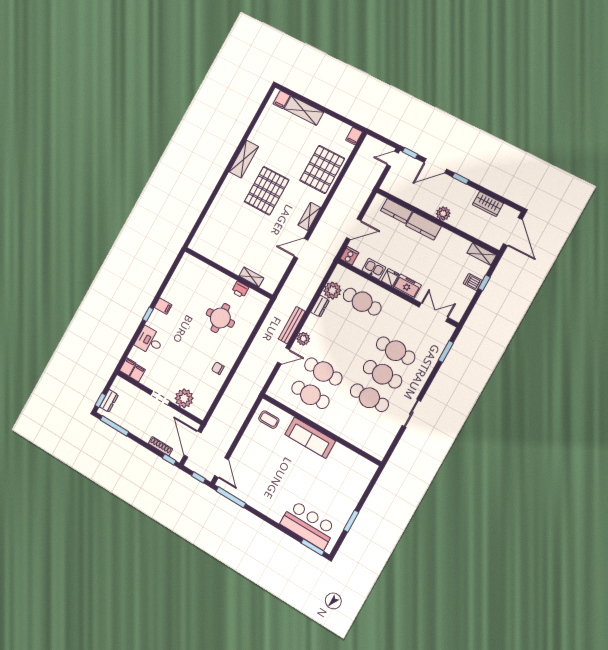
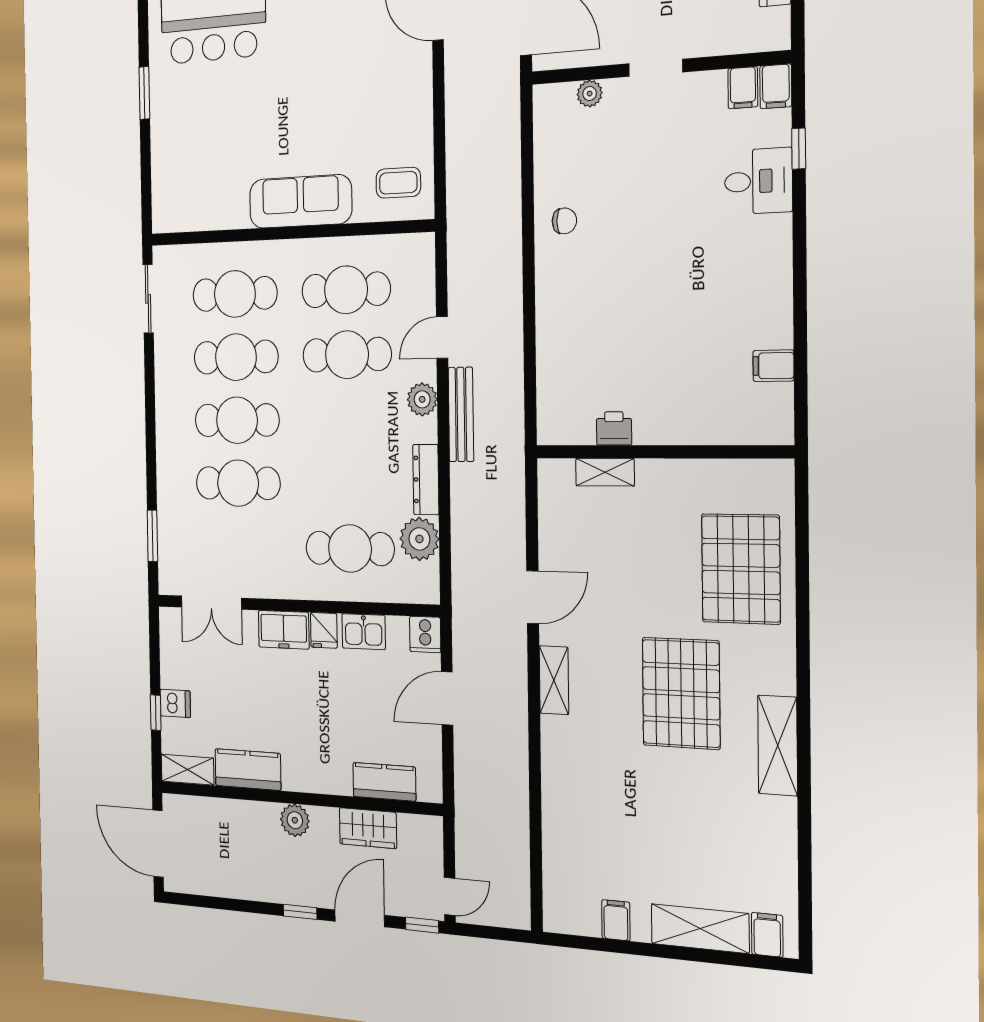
filing cabinet: (354, 136) -> (616, 920), moved
pallet: (322, 169) -> (741, 569), moved
wardrobe: (488, 204) -> (368, 828), moved, turned 180
kitchen counter: (423, 226) -> (248, 770), moved
filing cabinet: (163, 306) -> (773, 366), moved
dresser: (320, 306) -> (426, 480), width x1.44
window: (148, 314) -> (799, 149), moved
round table: (220, 318) -> (622, 337), removed
plant: (184, 398) -> (590, 94), width x0.53, depth x0.53
sliding door: (411, 413) -> (148, 299), moved
cafe table: (356, 421) -> (235, 294), added

